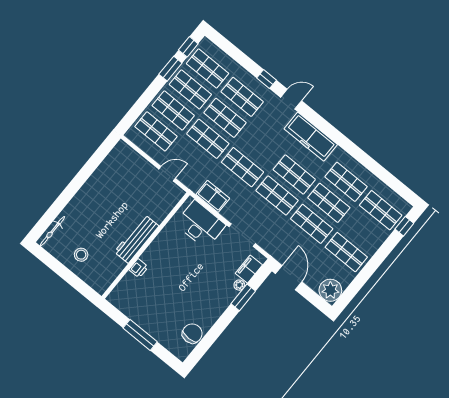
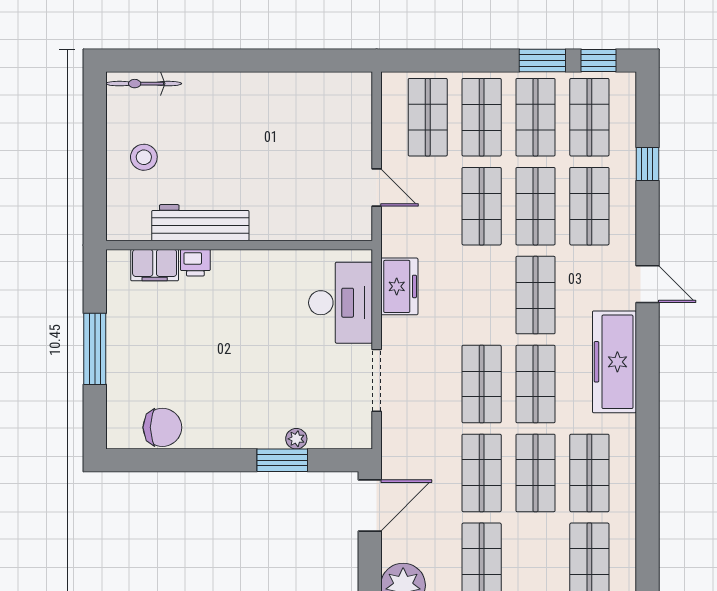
window: (267, 79) -> (647, 164), moved
shop shelf: (242, 167) -> (535, 295), moved
workbench: (137, 239) -> (200, 223), moved
filing cabinet: (249, 269) -> (155, 265), moved, turned 180

